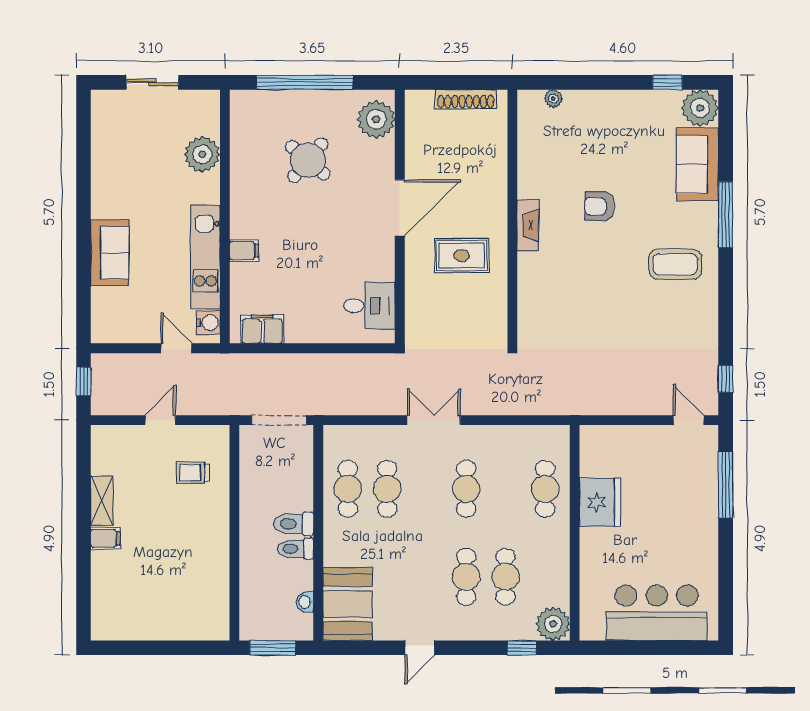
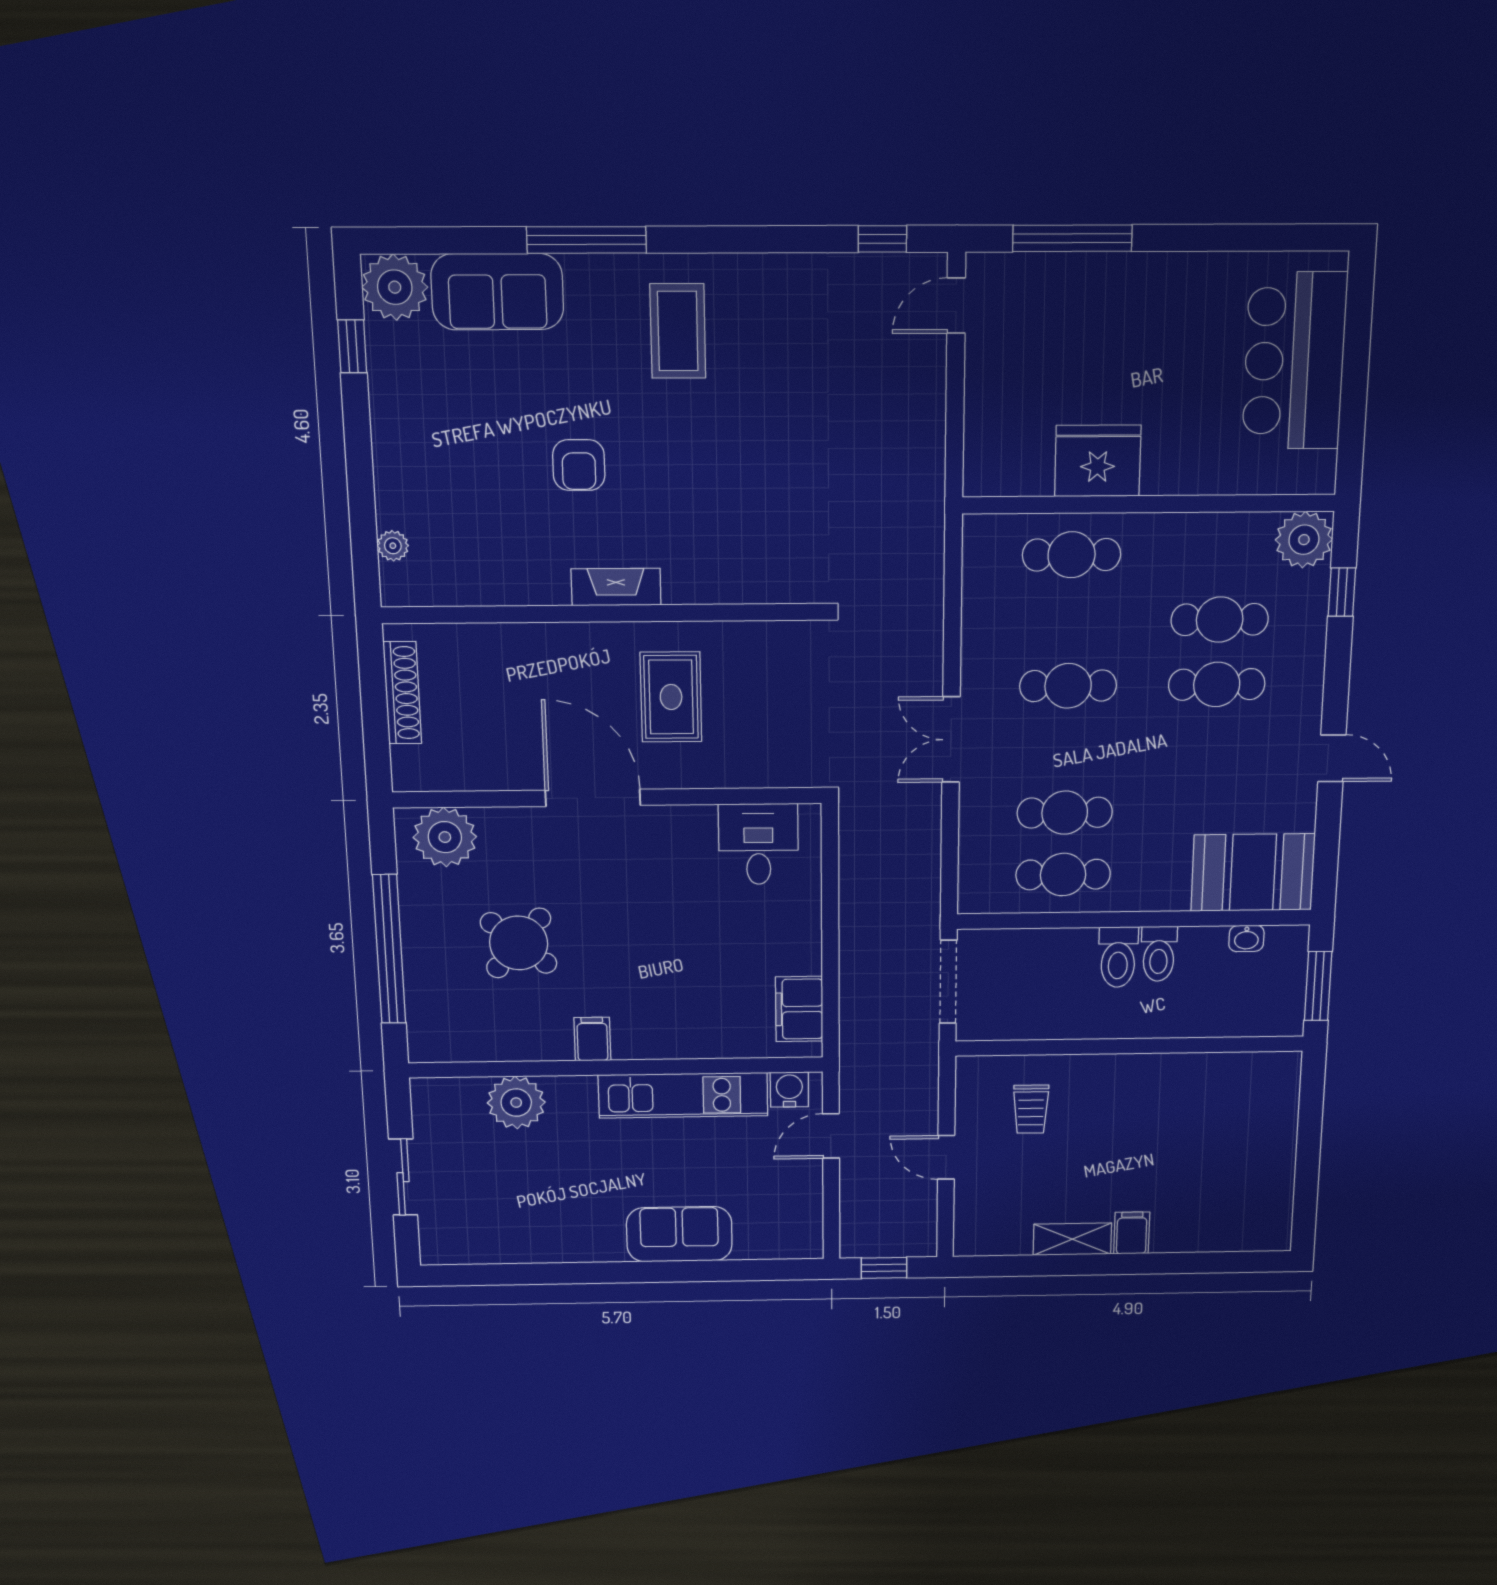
filing cabinet: (244, 251) -> (592, 1039), moved

